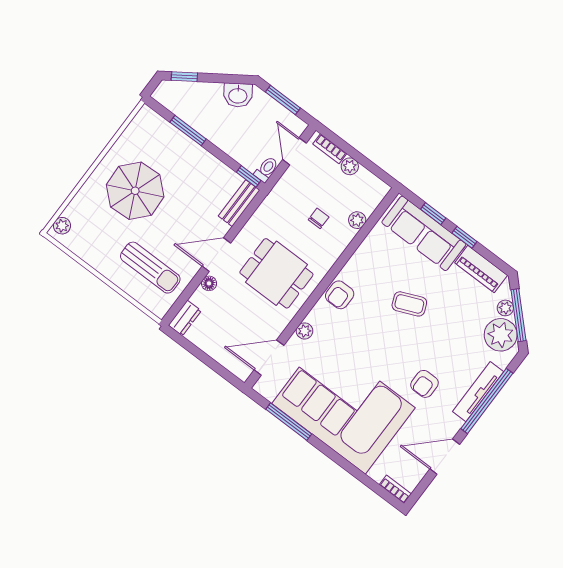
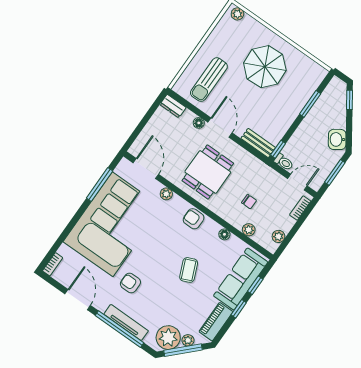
plant: (350, 166) -> (278, 236), moved
floor lamp: (362, 253) -> (224, 234), added

